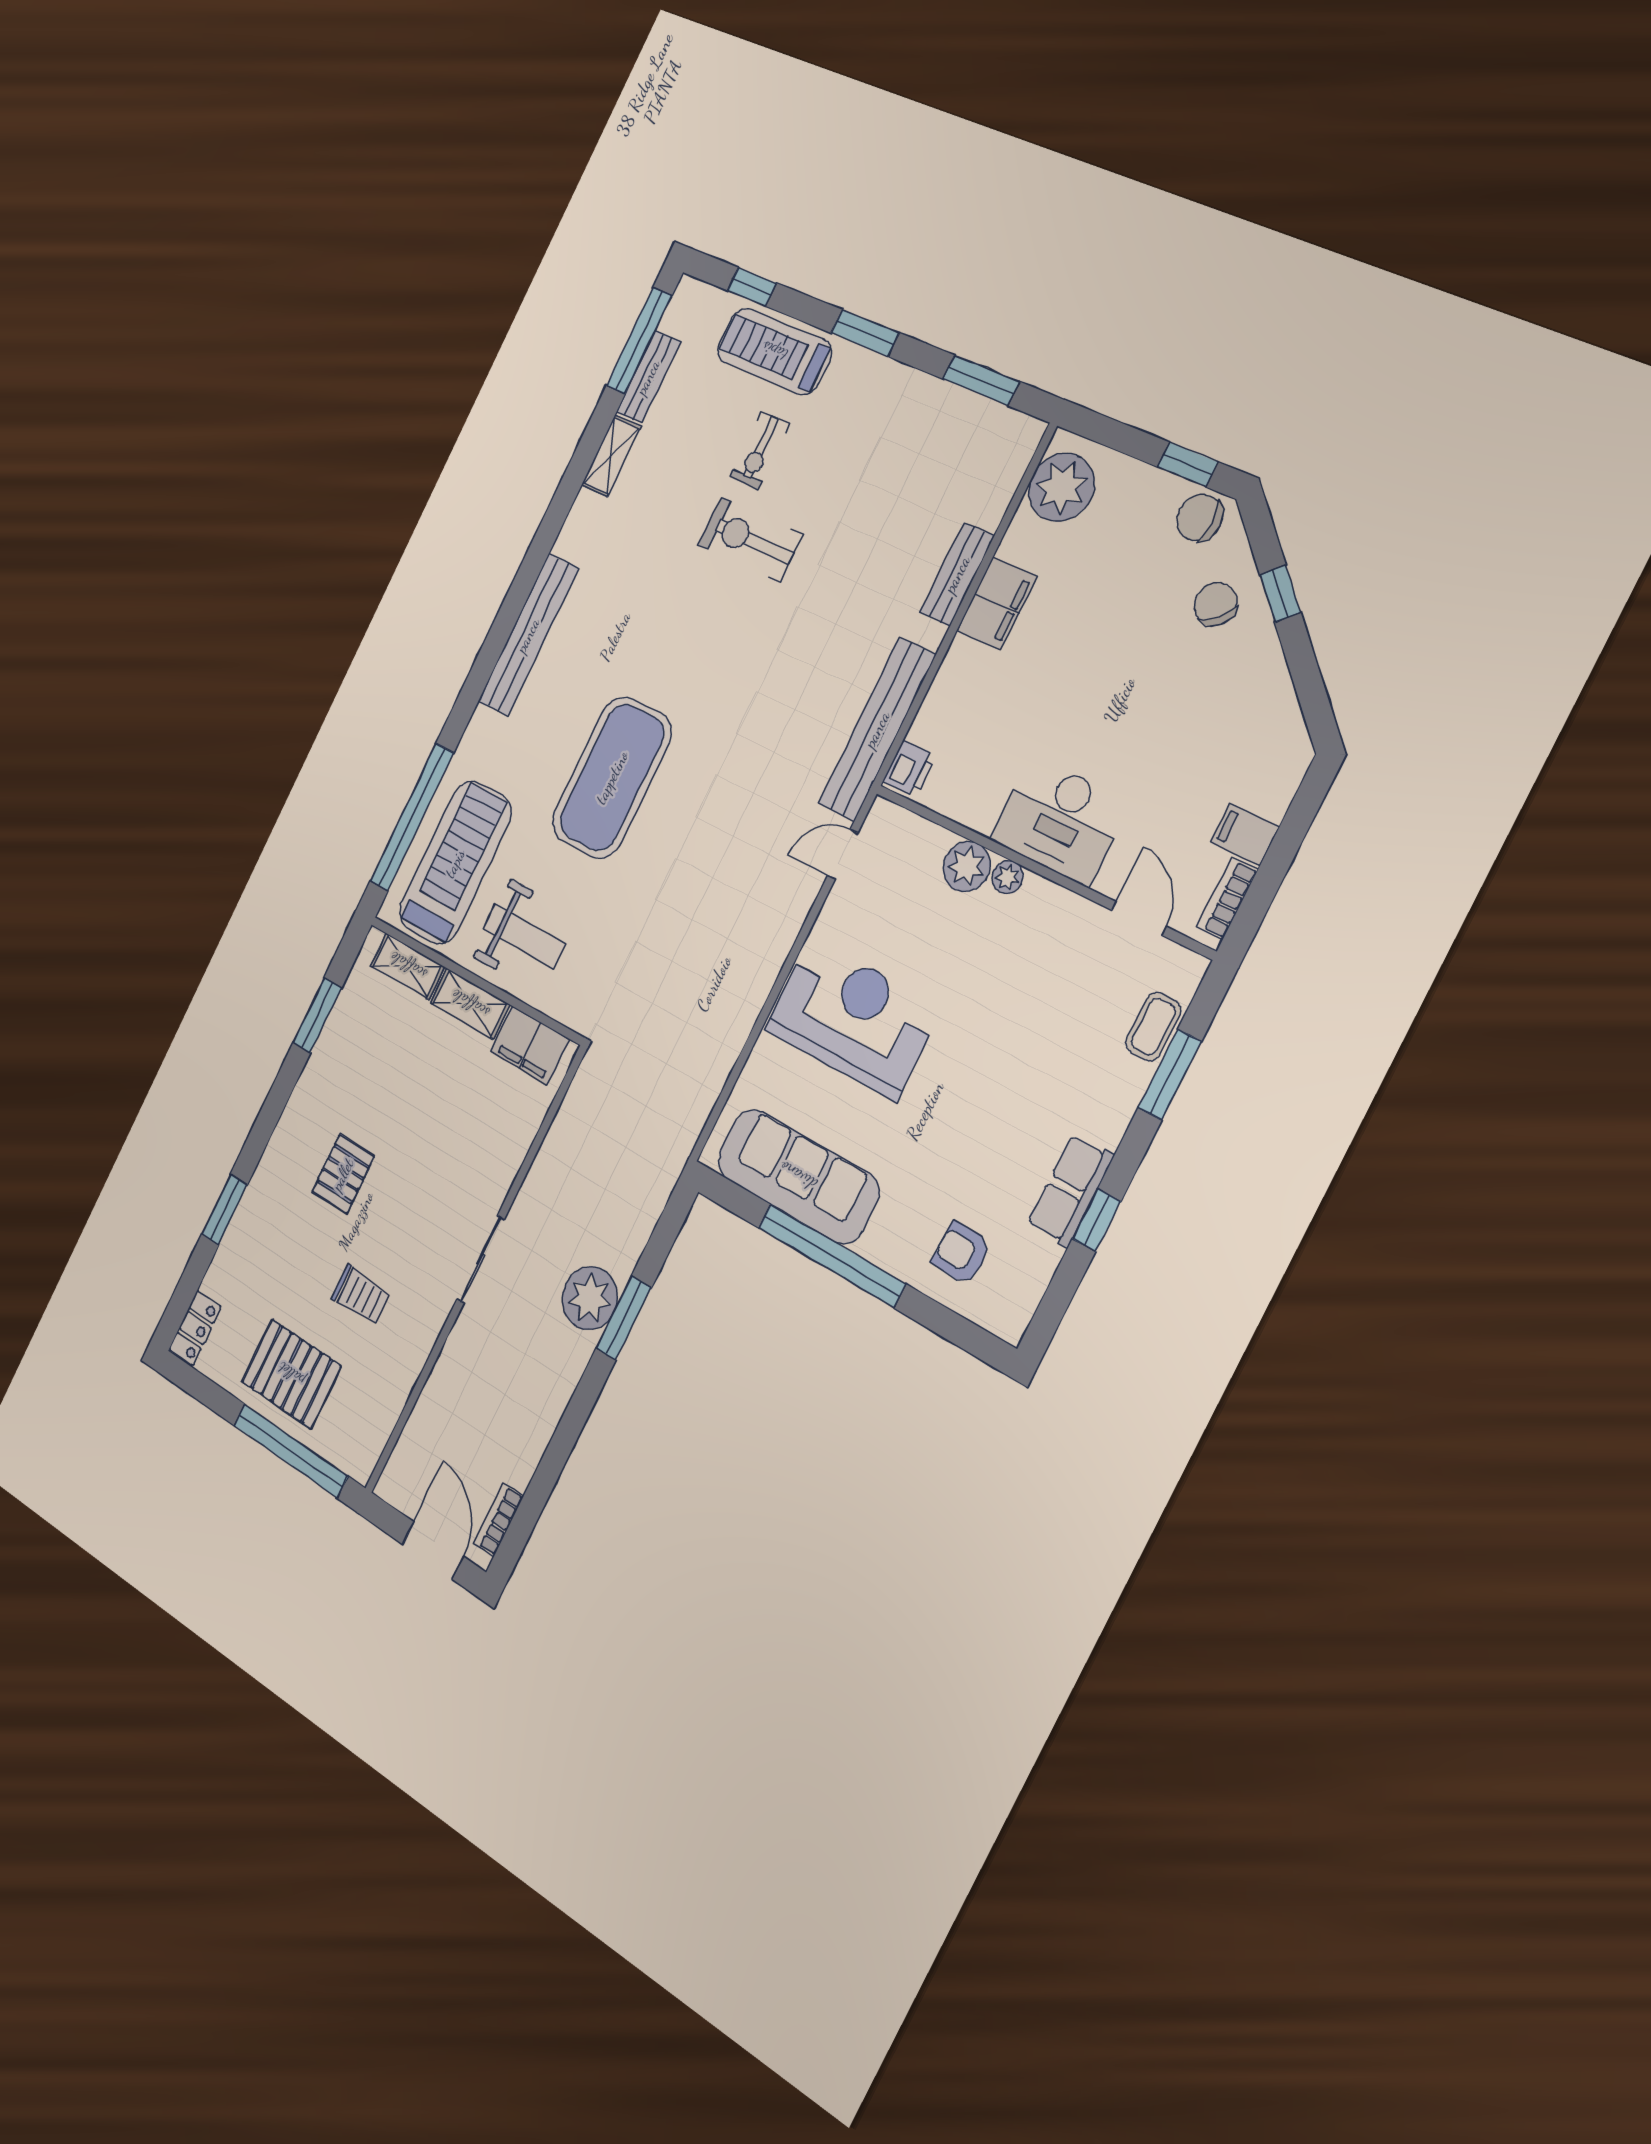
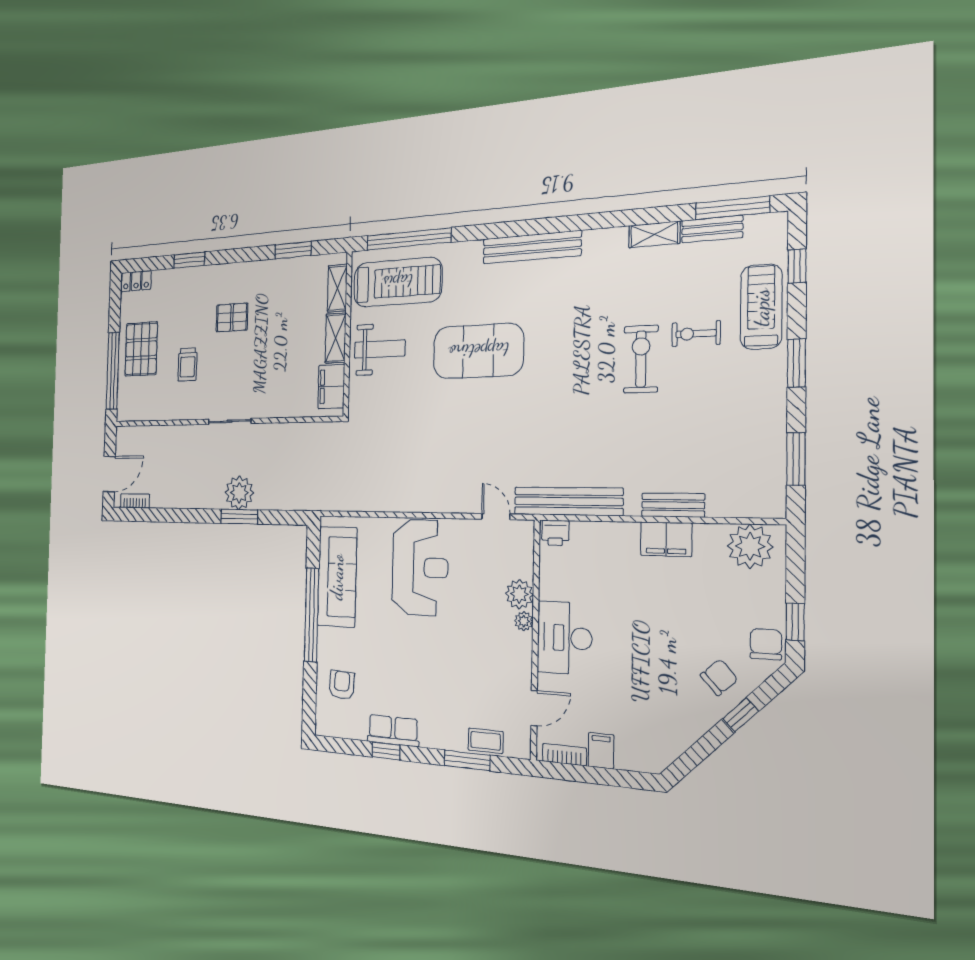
weight bench: (524, 936) -> (380, 349), turned -90

